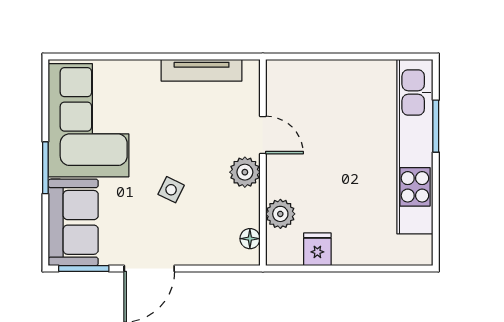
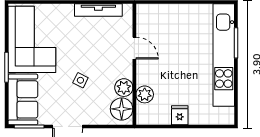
plant: (245, 172) -> (124, 88), moved
floor lamp: (250, 239) -> (122, 109), width x1.89, depth x1.89
fridge: (317, 249) -> (180, 115), moved

